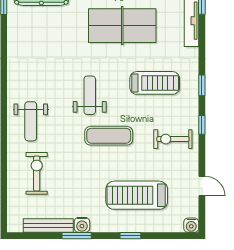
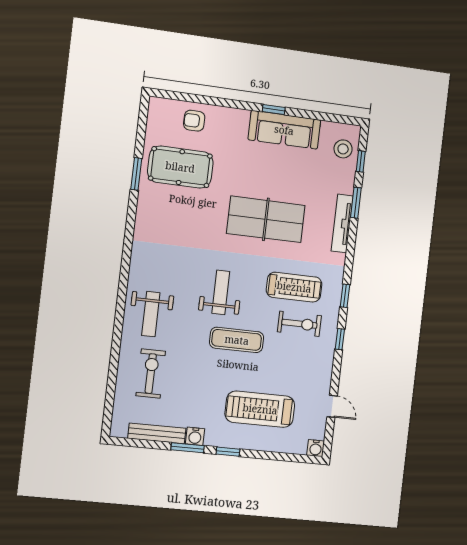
exercise bike: (173, 139) -> (299, 324), moved, turned 180
window: (130, 236) -> (228, 452), moved

